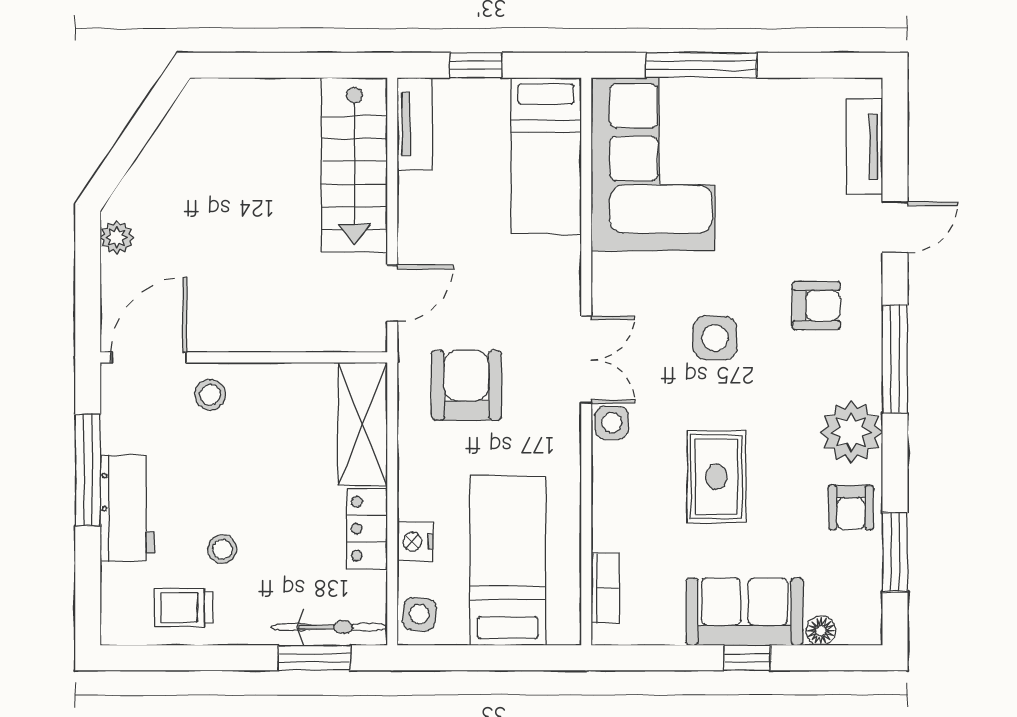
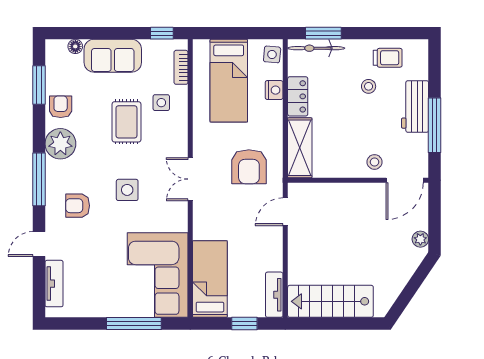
stairs: (354, 165) -> (330, 301), moved, turned -90
side table: (612, 423) -> (161, 103), moved
window: (747, 658) -> (162, 33), moved

